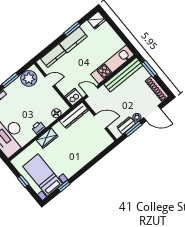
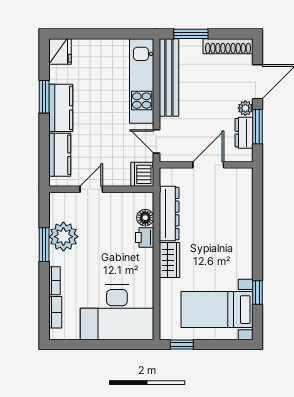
plant: (29, 78) -> (63, 237), moved
door: (92, 92) -> (156, 141), hinge flipped
dresser: (74, 115) -> (169, 214), moved
printer: (38, 128) -> (145, 238), moved
window: (23, 181) -> (182, 345), moved

